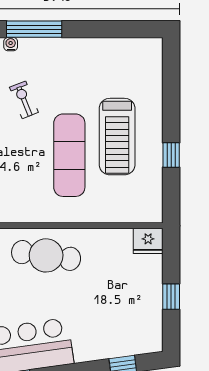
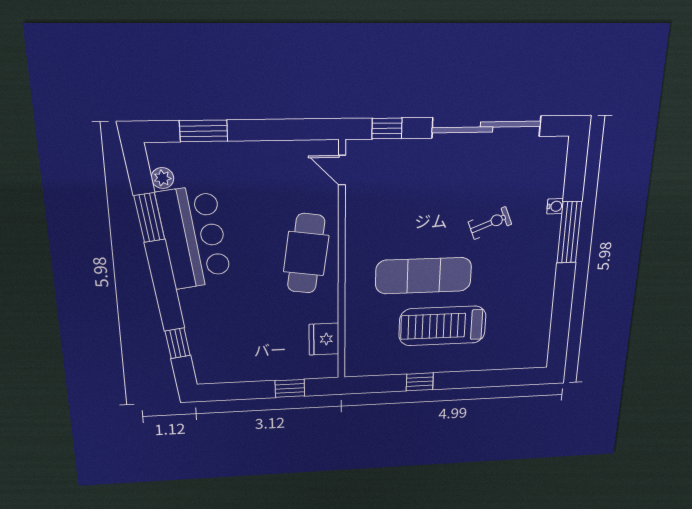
fridge: (148, 241) -> (324, 339), moved
window: (171, 297) -> (290, 388), moved

